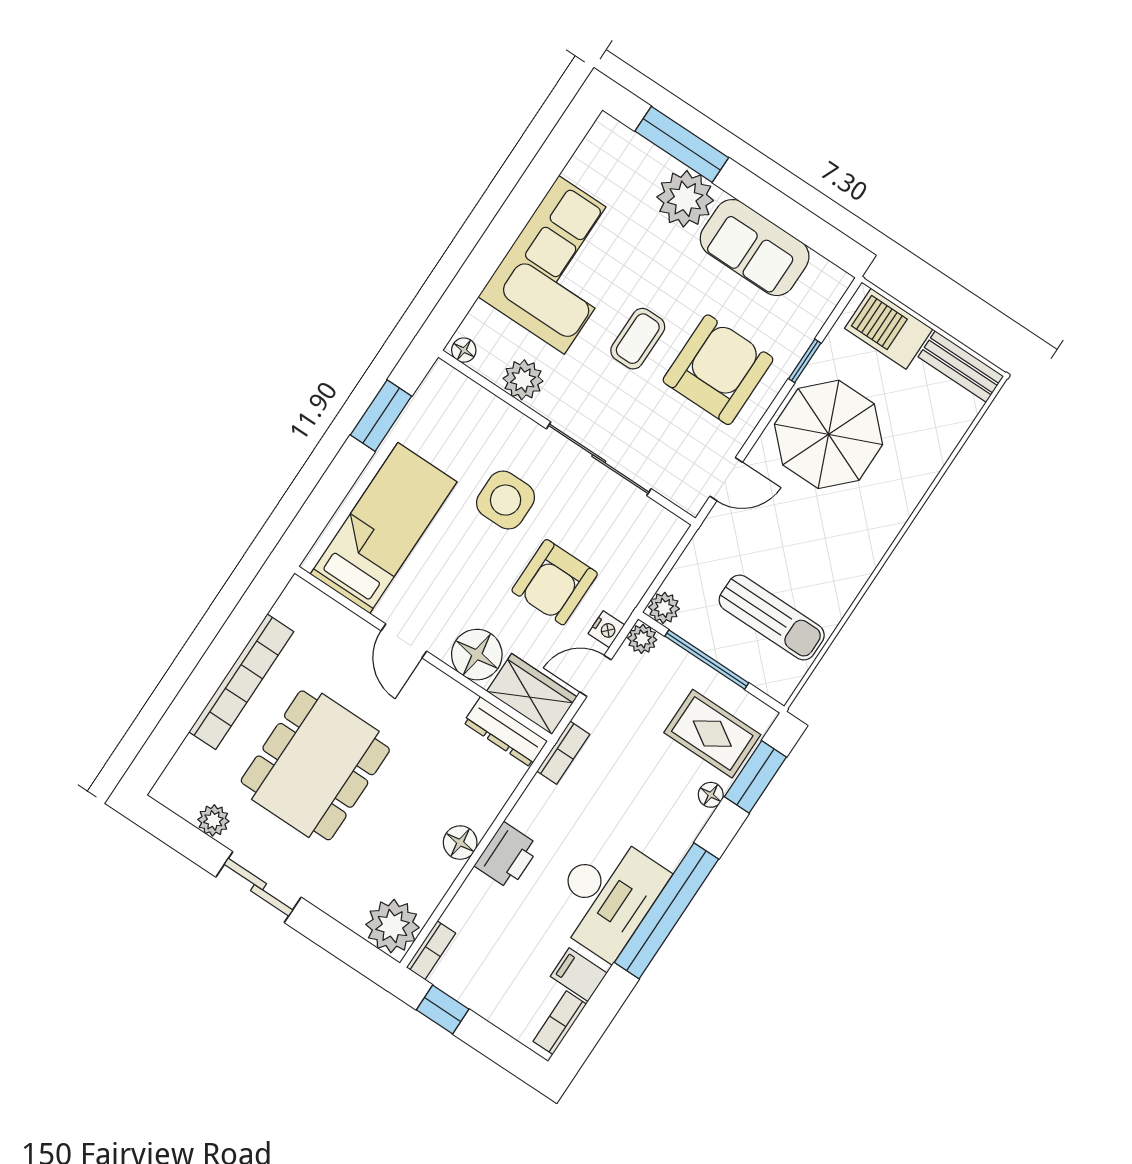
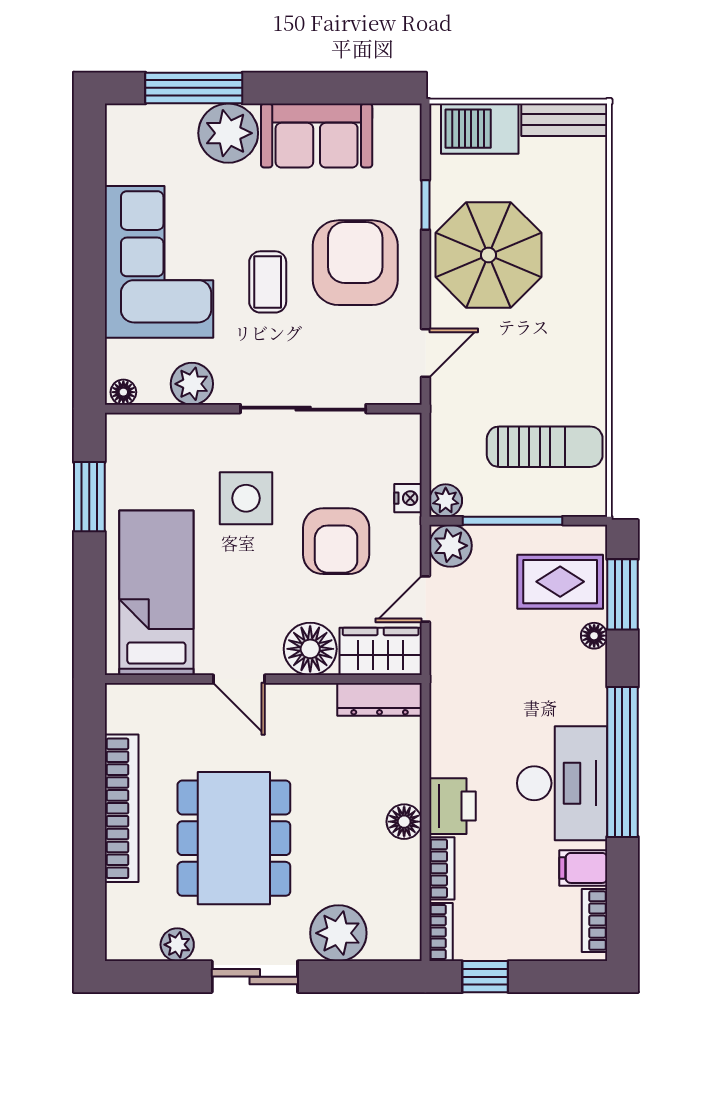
nightstand: (606, 629) -> (408, 498), moved
plant: (642, 639) -> (450, 546), width x1.38, depth x1.38
bookcase: (563, 753) -> (442, 868), moved
plant: (392, 926) -> (338, 933), moved

